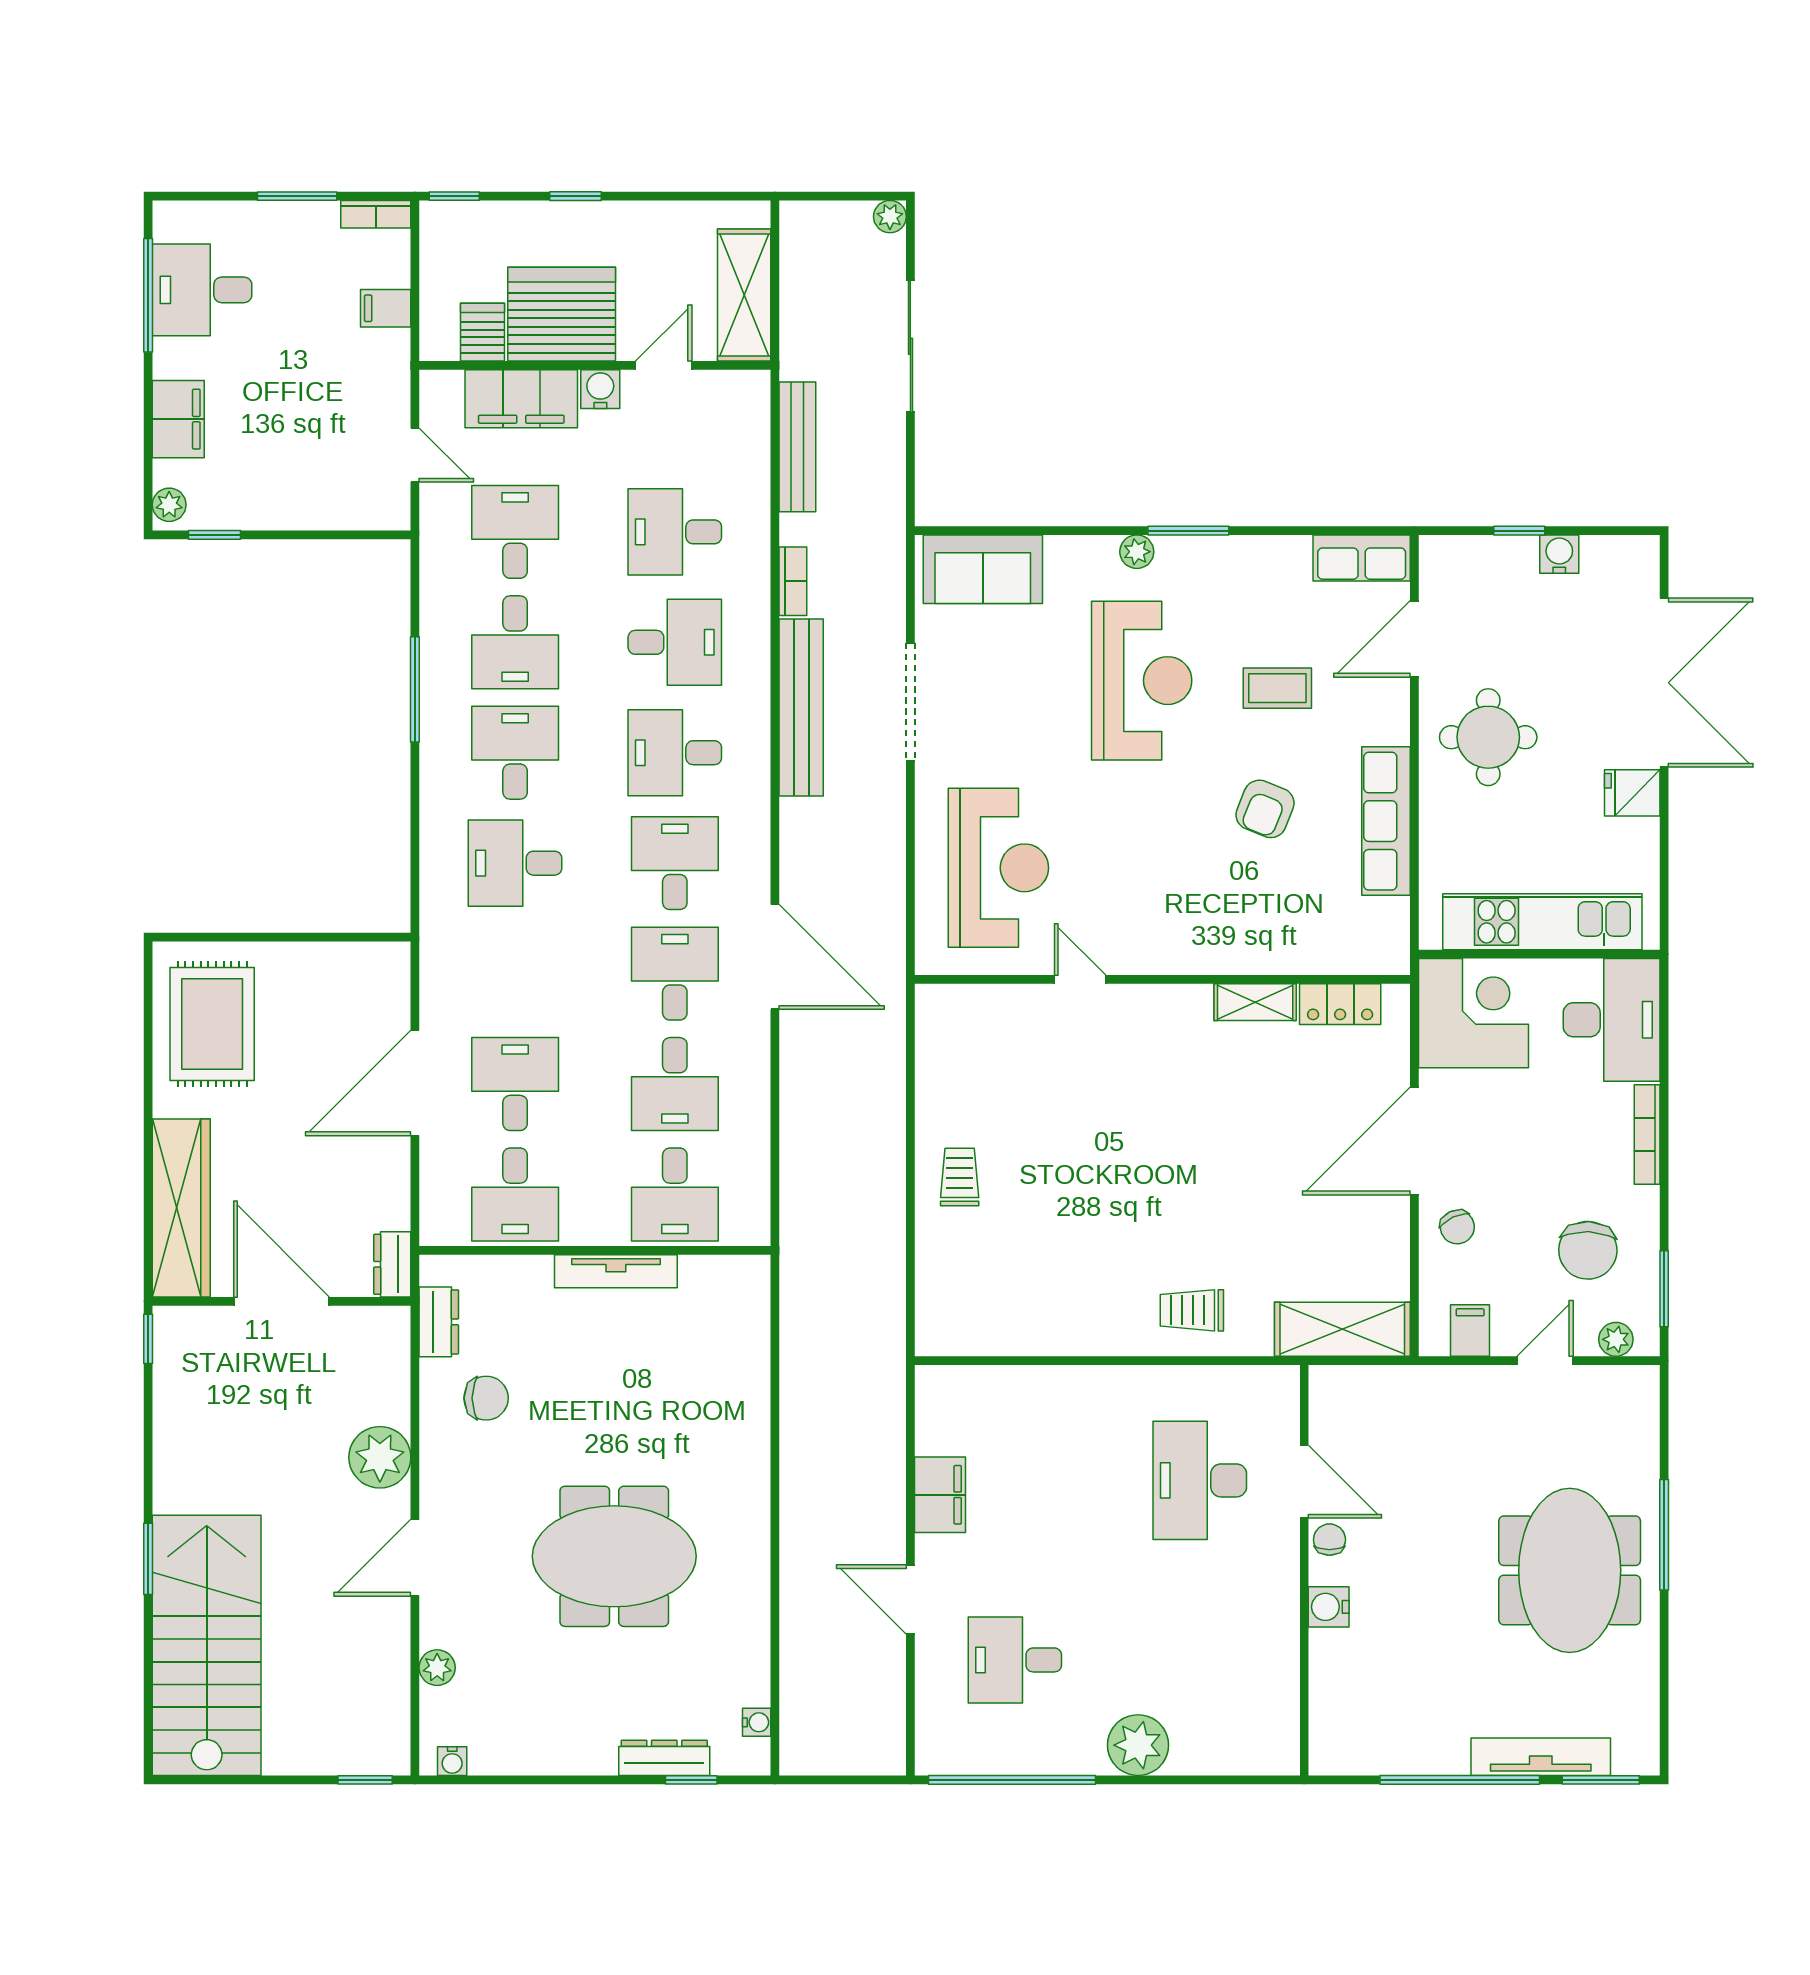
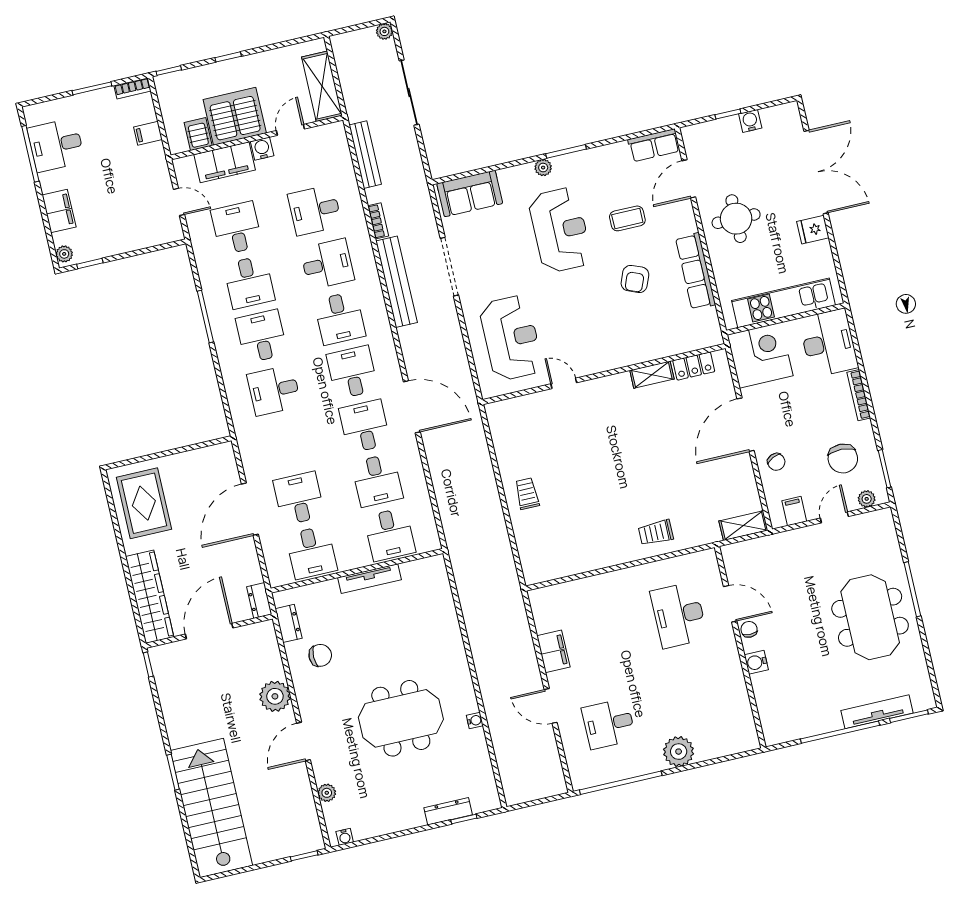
desk: (675, 753) -> (340, 318), turned -90
door: (282, 1301) -> (209, 631), hinge flipped
shelving: (1342, 1329) -> (743, 526), width x0.67, depth x0.75
water cooler: (757, 1722) -> (475, 721), moved

